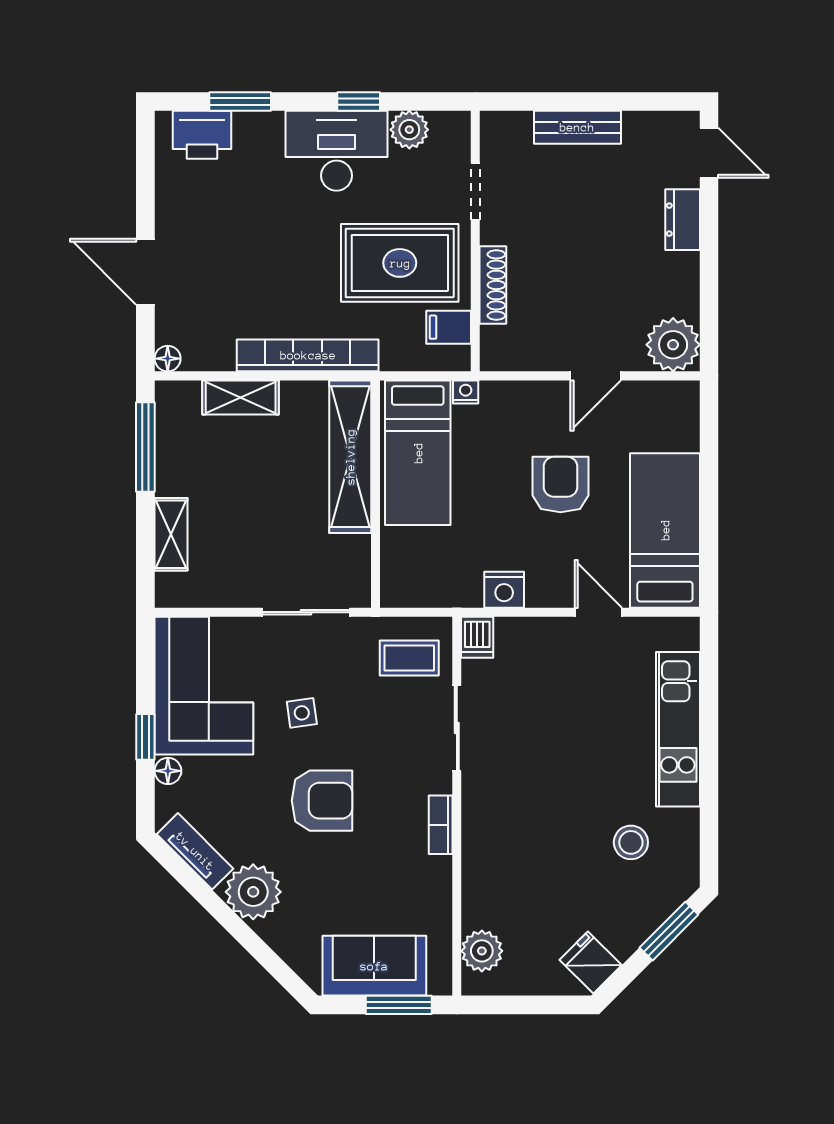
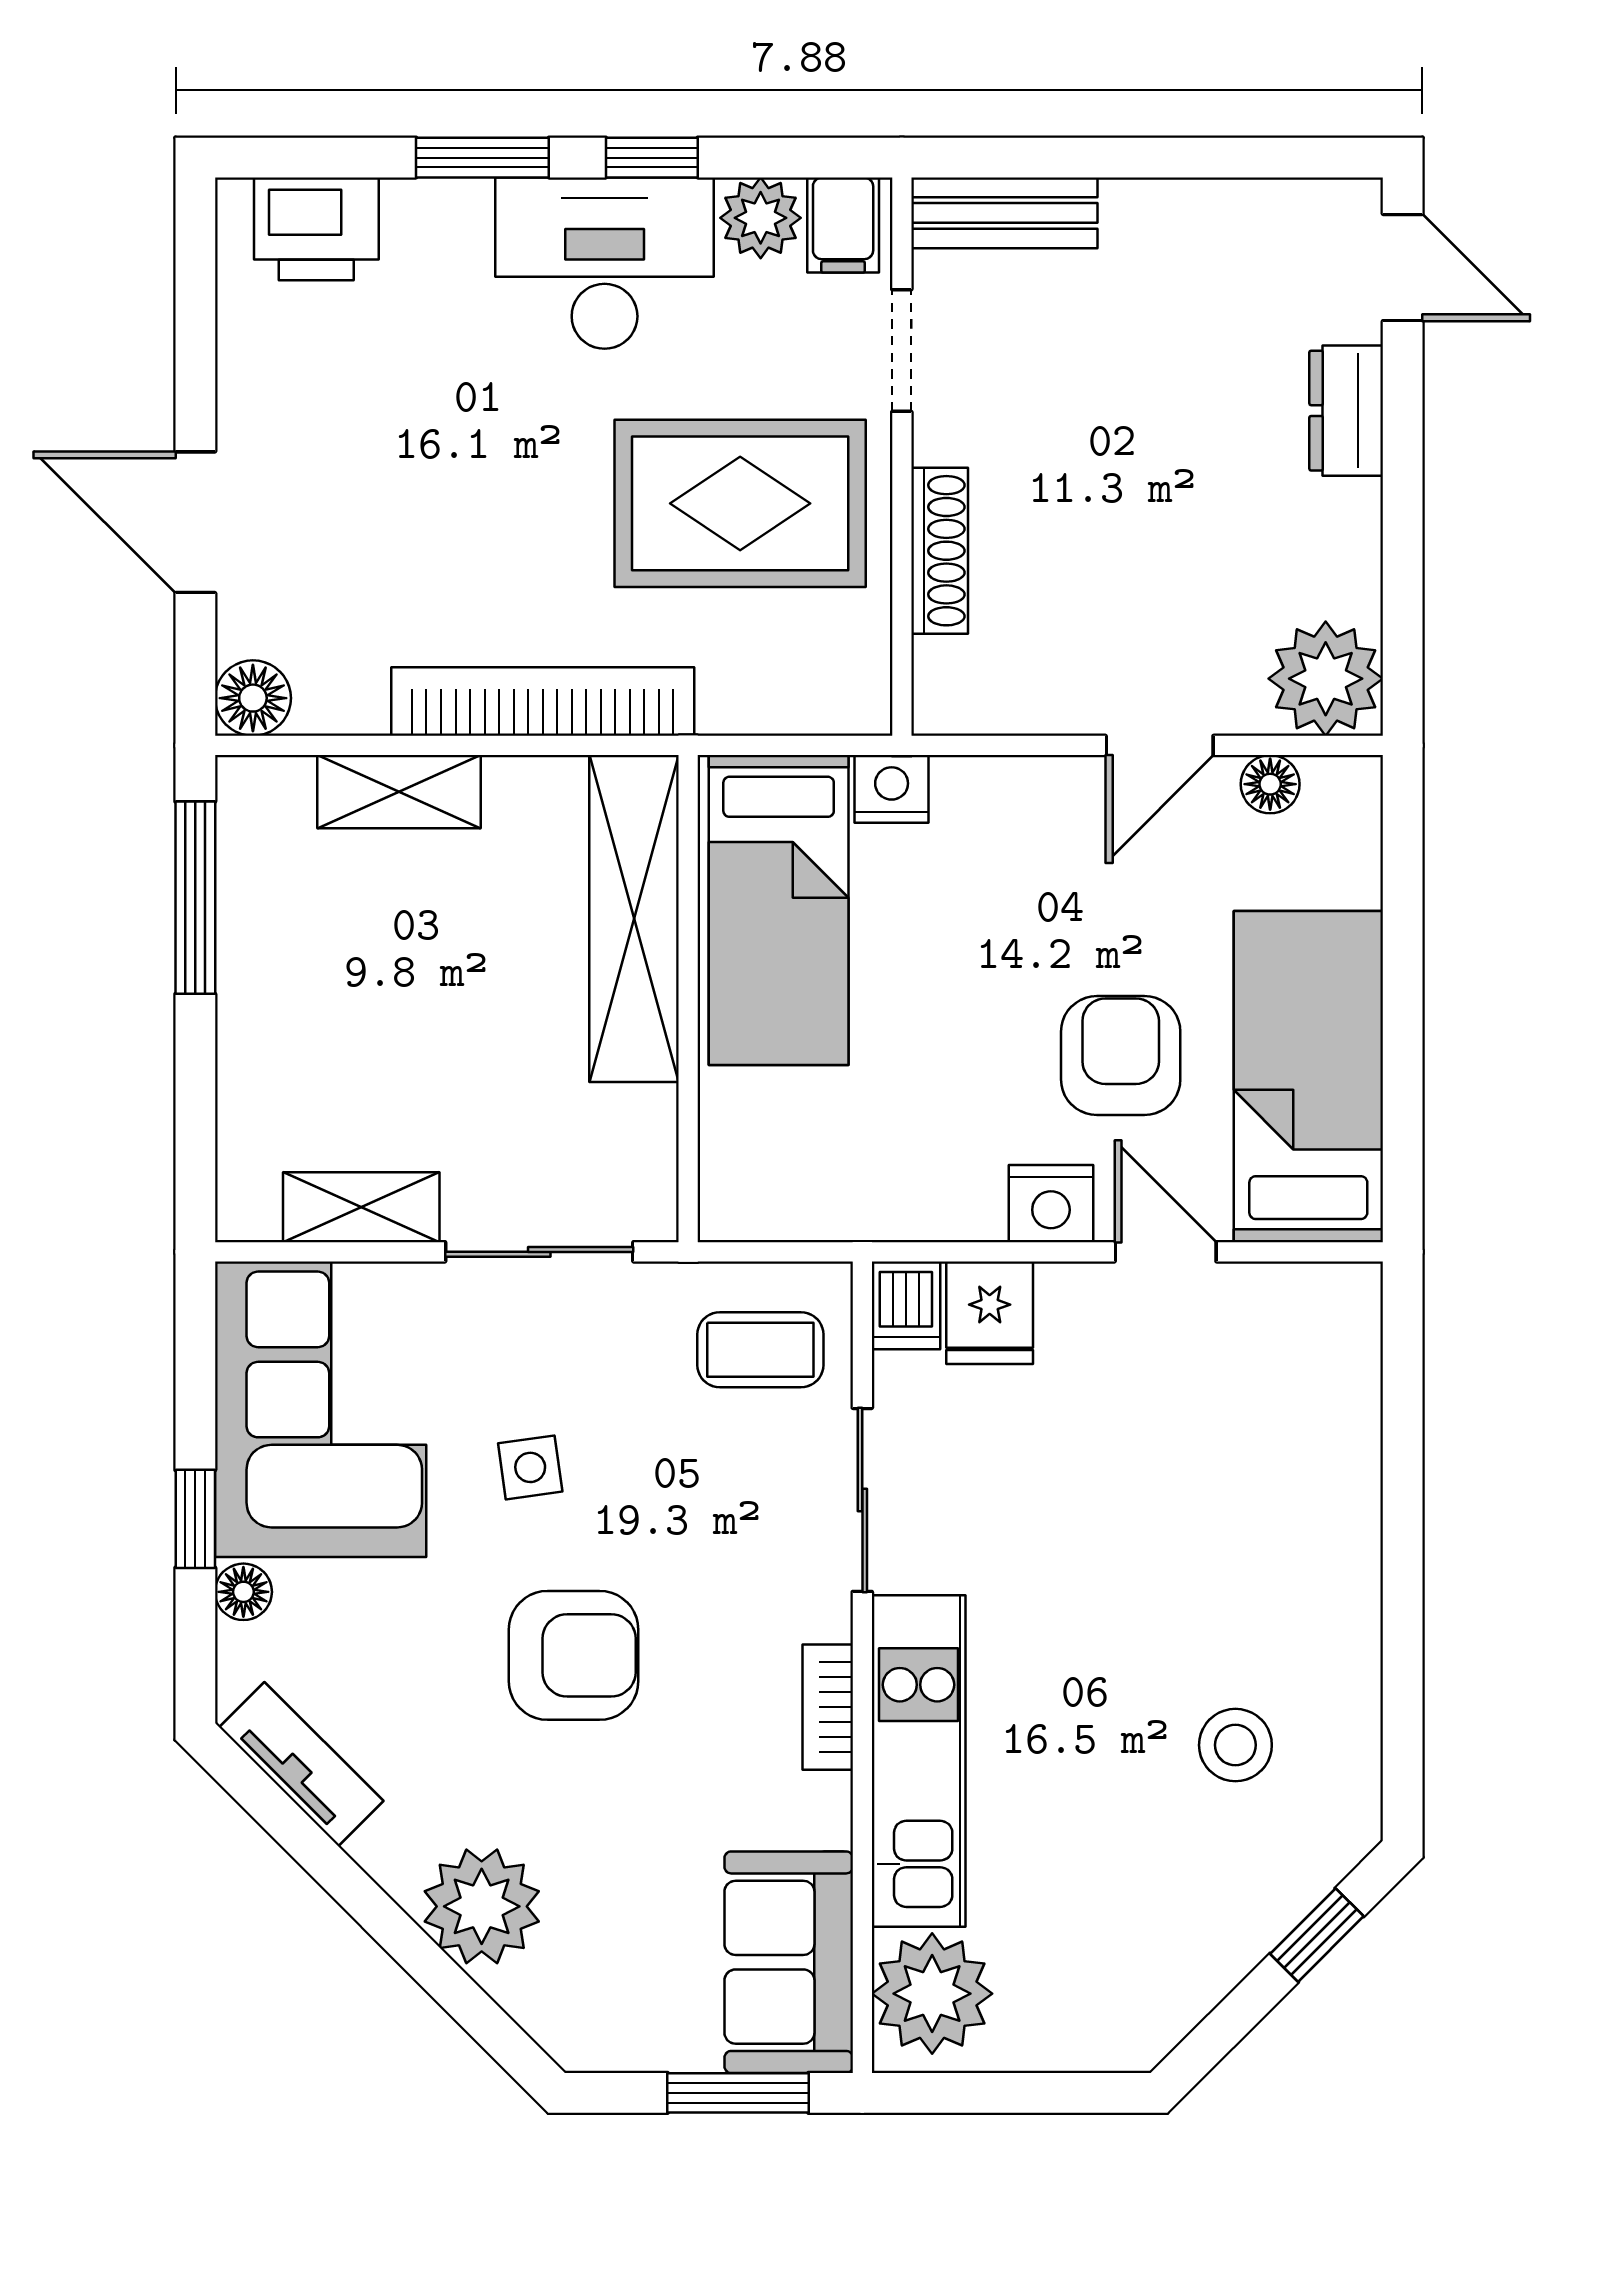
window: (240, 102) -> (482, 158), moved
bench: (577, 127) -> (1004, 213), moved
filing cabinet: (449, 327) -> (843, 225), moved, turned -90
floor lamp: (168, 359) -> (253, 698), width x1.37, depth x1.37
nightstand: (466, 392) -> (892, 789), width x1.39, depth x1.35
floor lamp: (647, 394) -> (1270, 784), added
armchair: (561, 485) -> (1121, 1056), moved
shelving: (171, 534) -> (361, 1207), moved, turned 90
nightstand: (504, 590) -> (1051, 1204), moved
kitchen unit: (678, 729) -> (919, 1761), moved, turned 180
plant: (253, 892) -> (482, 1906), moved
window: (669, 931) -> (1317, 1935), width x0.67
plant: (482, 951) -> (932, 1994), width x1.36, depth x1.36
fridge: (591, 963) -> (990, 1313), moved, turned -135
sofa: (374, 966) -> (789, 1962), moved, turned -90

